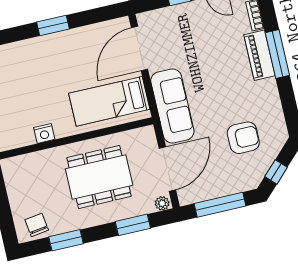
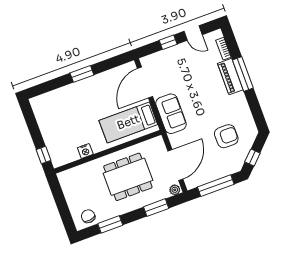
sofa: (172, 106) -> (171, 114), width x0.73

